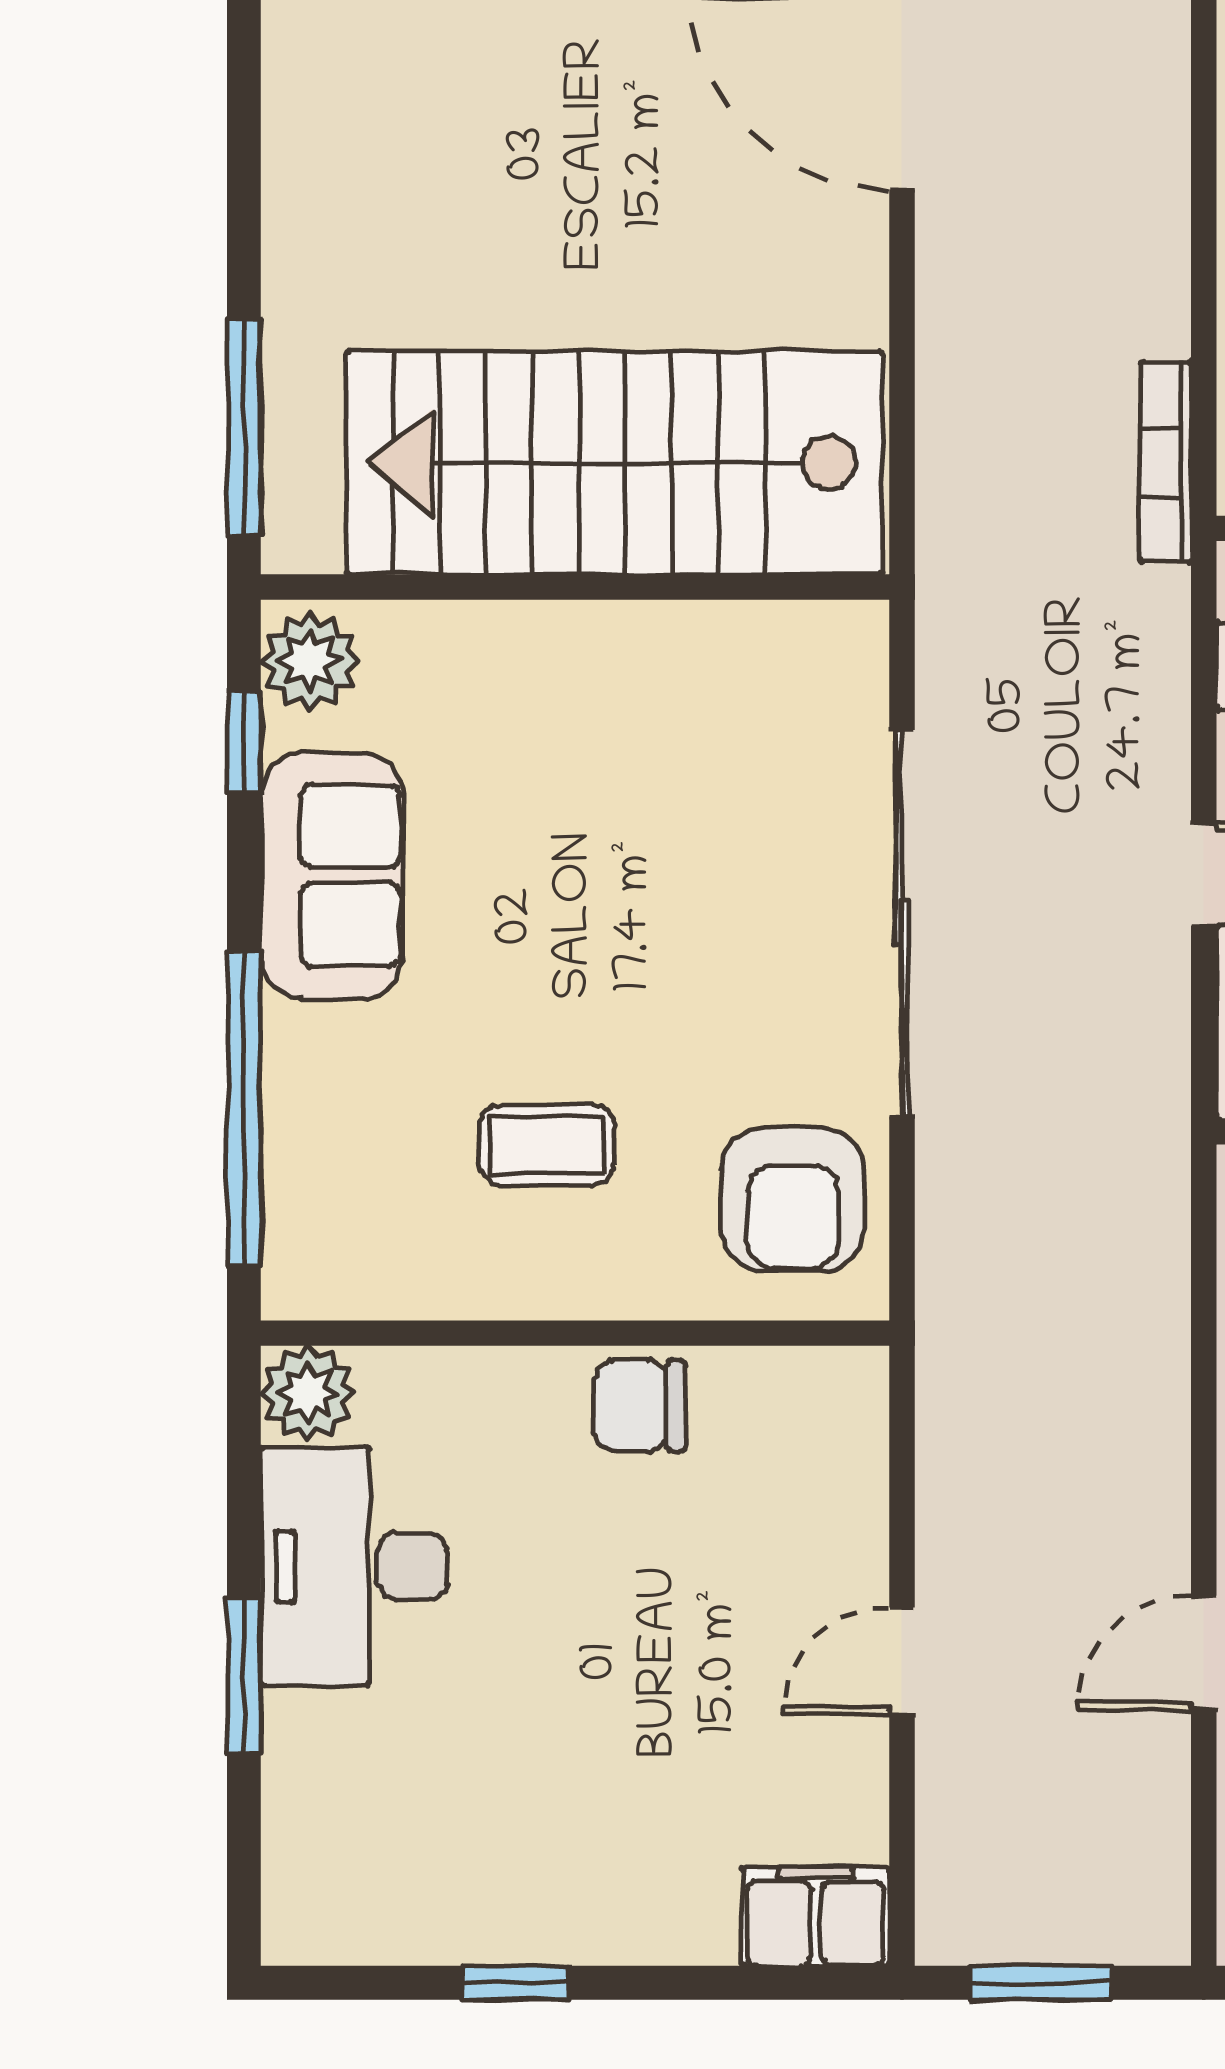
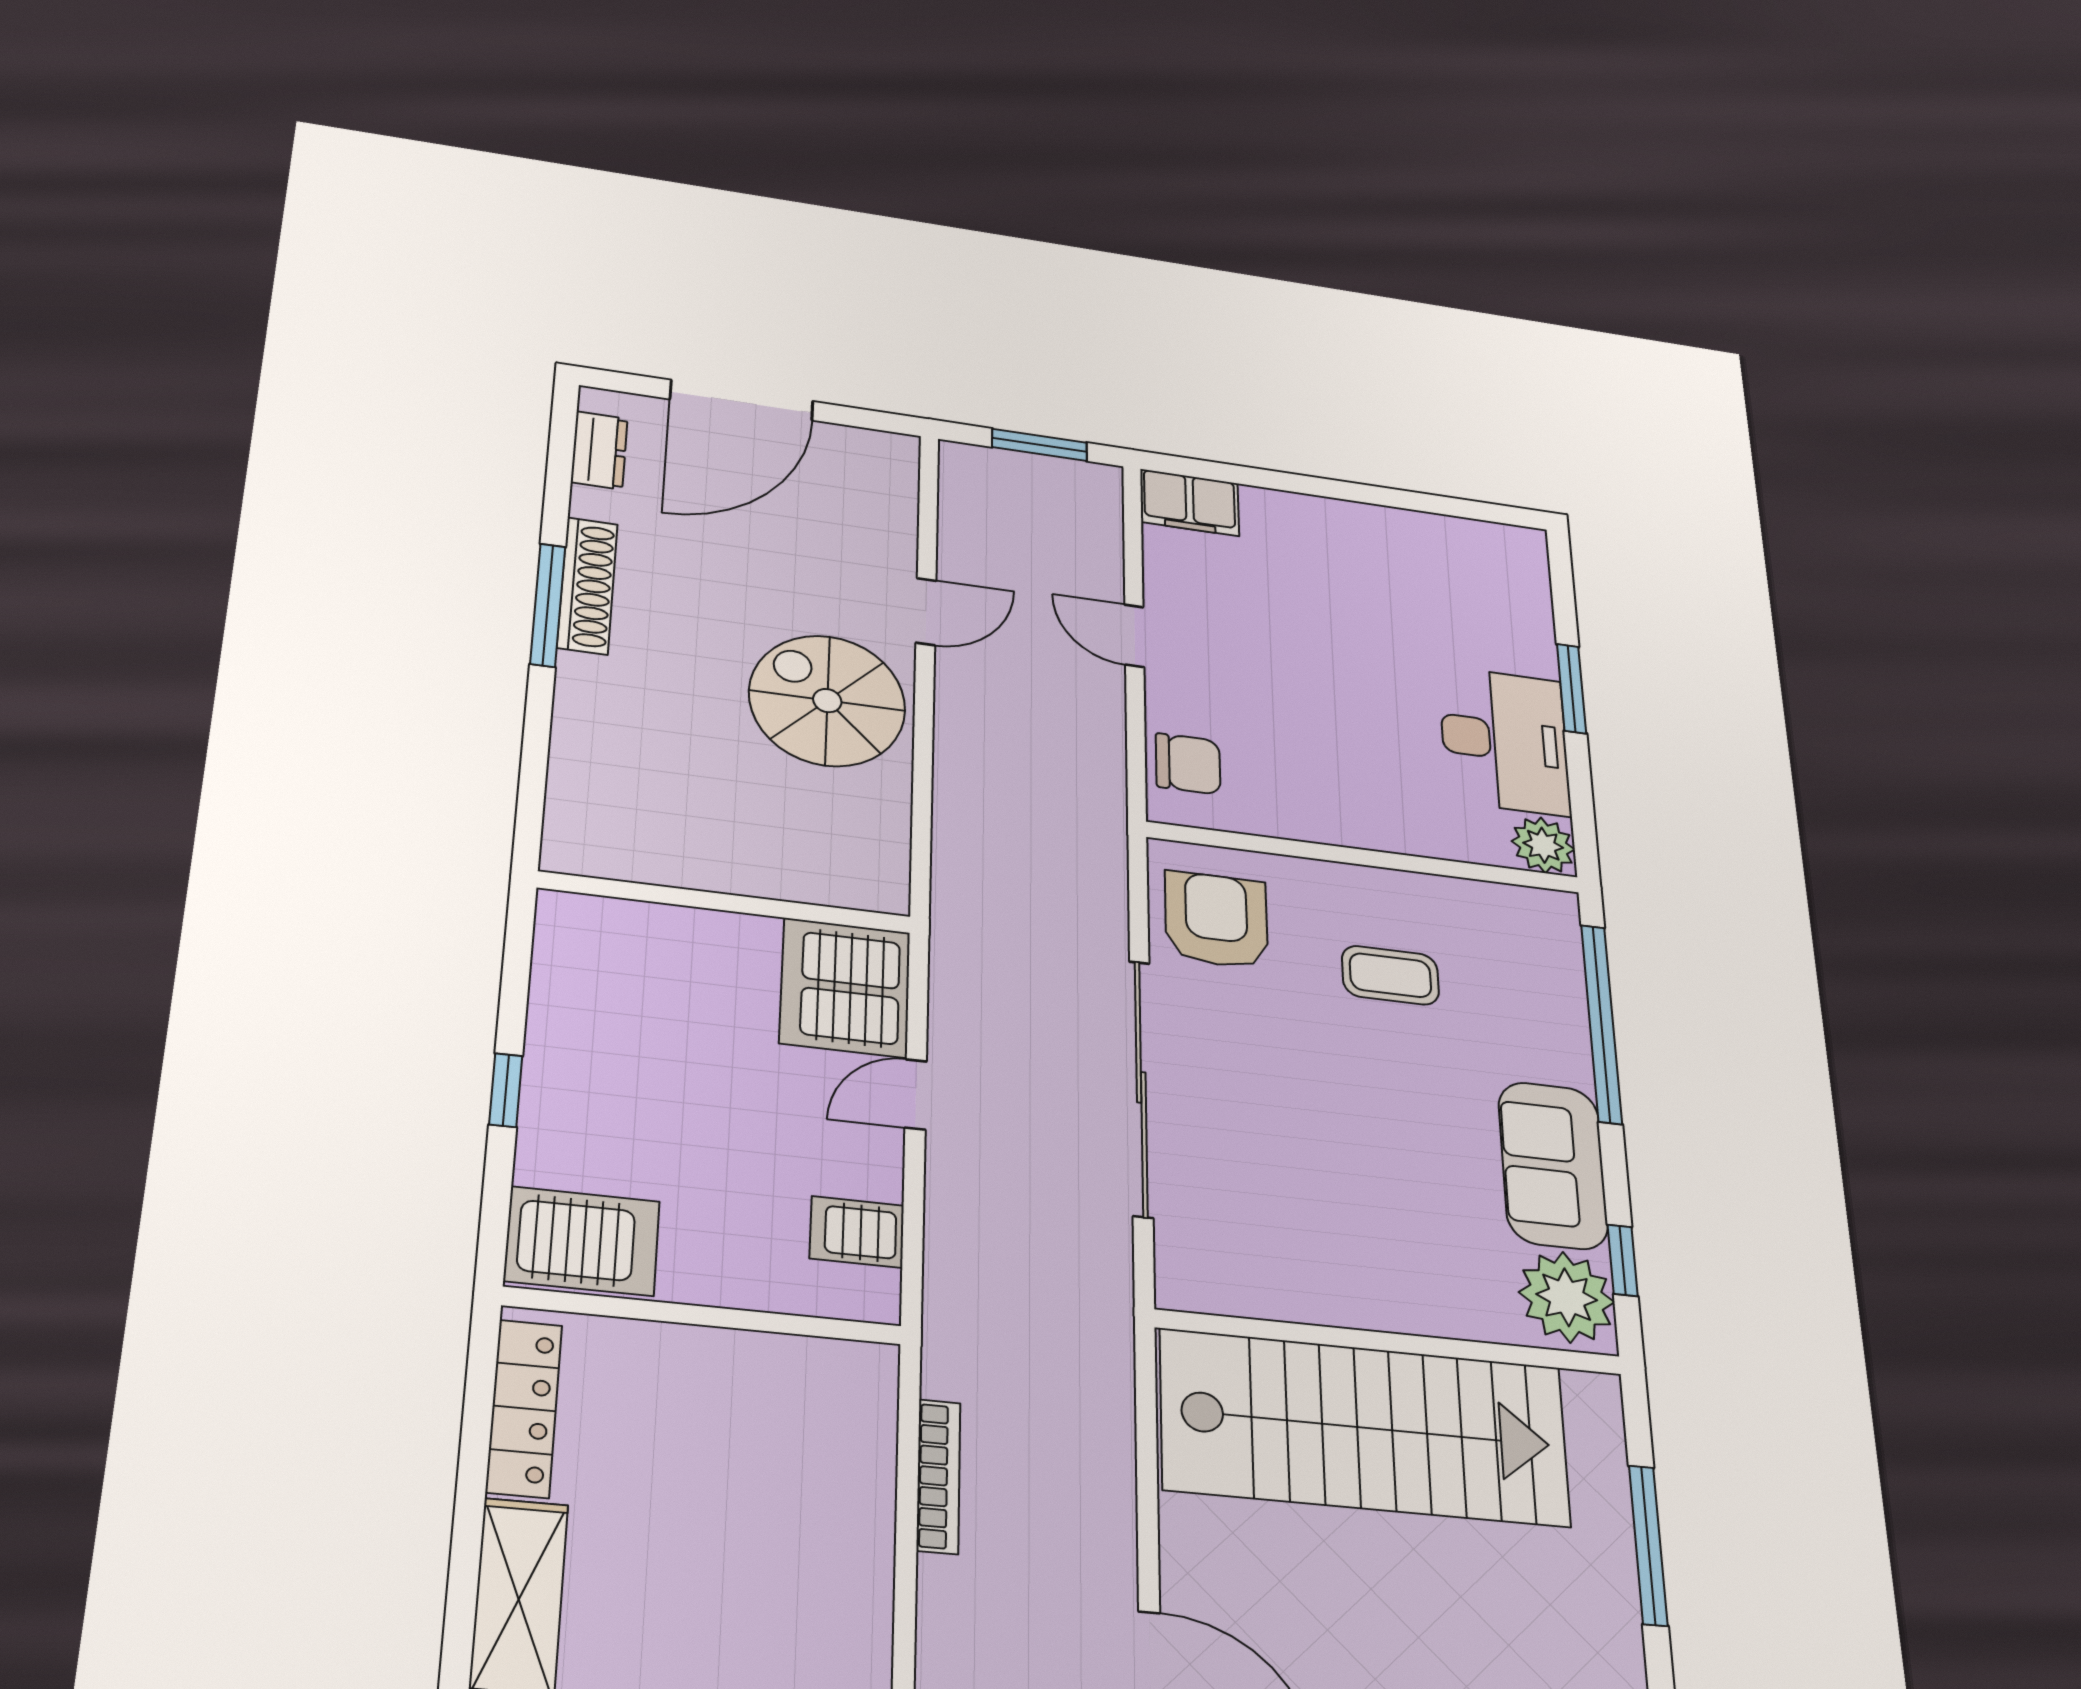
window: (244, 428) -> (1648, 1545), moved
bookcase: (1166, 462) -> (938, 1476), moved
plant: (310, 661) -> (1567, 1297), width x1.36, depth x1.36
chair: (639, 1406) -> (1188, 764), moved
door: (902, 1661) -> (1134, 636), swing flipped
window: (515, 1983) -> (1384, 496), removed

